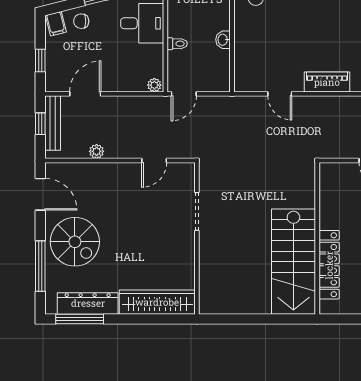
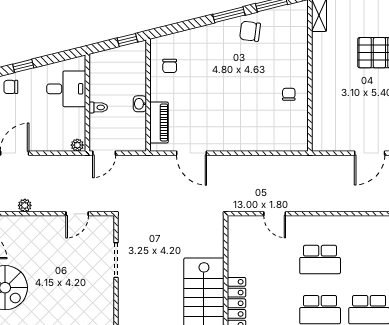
piano: (327, 82) -> (159, 122), moved, turned 90
door: (280, 94) -> (191, 153), width x1.38

